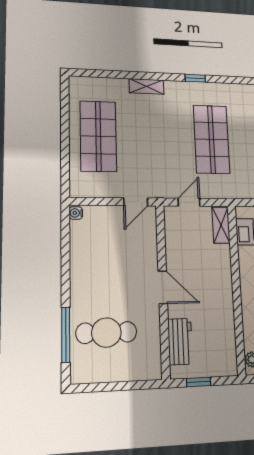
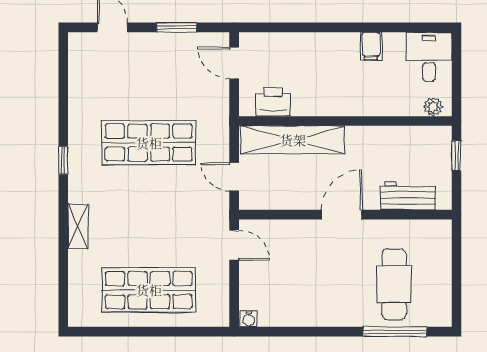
shelving: (221, 225) -> (293, 140), width x2.20, depth x1.33
window: (199, 382) -> (457, 156), moved

